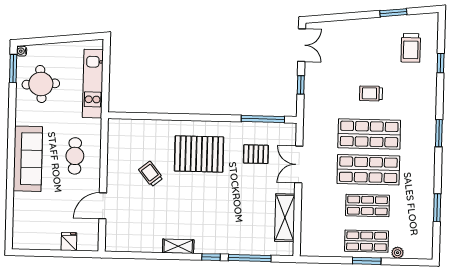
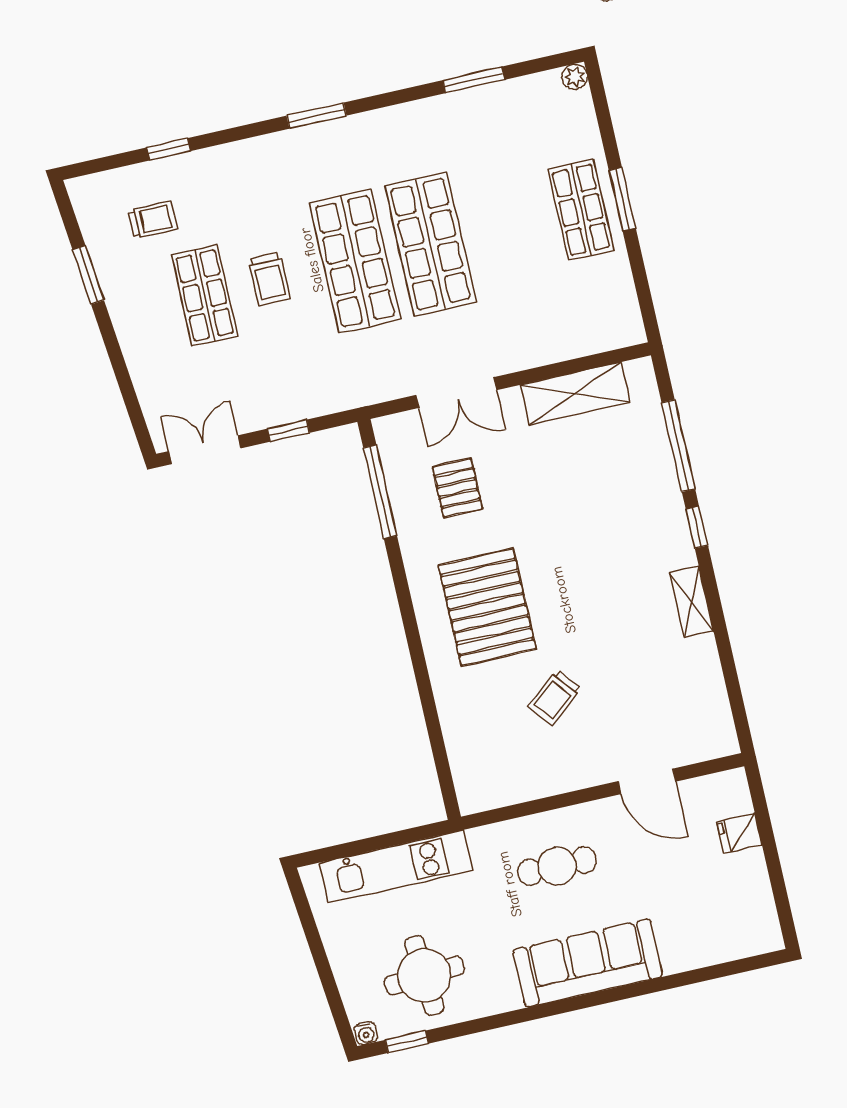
trolley: (411, 48) -> (153, 220), width x0.73, depth x0.72
window: (13, 69) -> (407, 1042), width x0.67
shop shelf: (367, 205) -> (205, 295), moved
plant: (398, 253) -> (575, 77), moved

